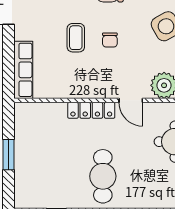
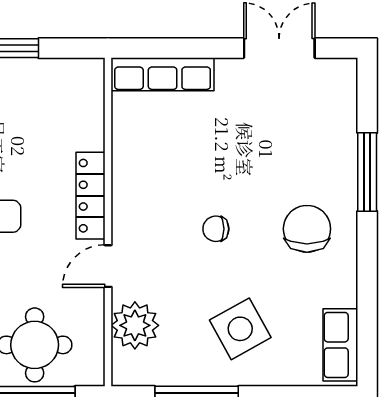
coffee table: (76, 38) -> (220, 168), removed

